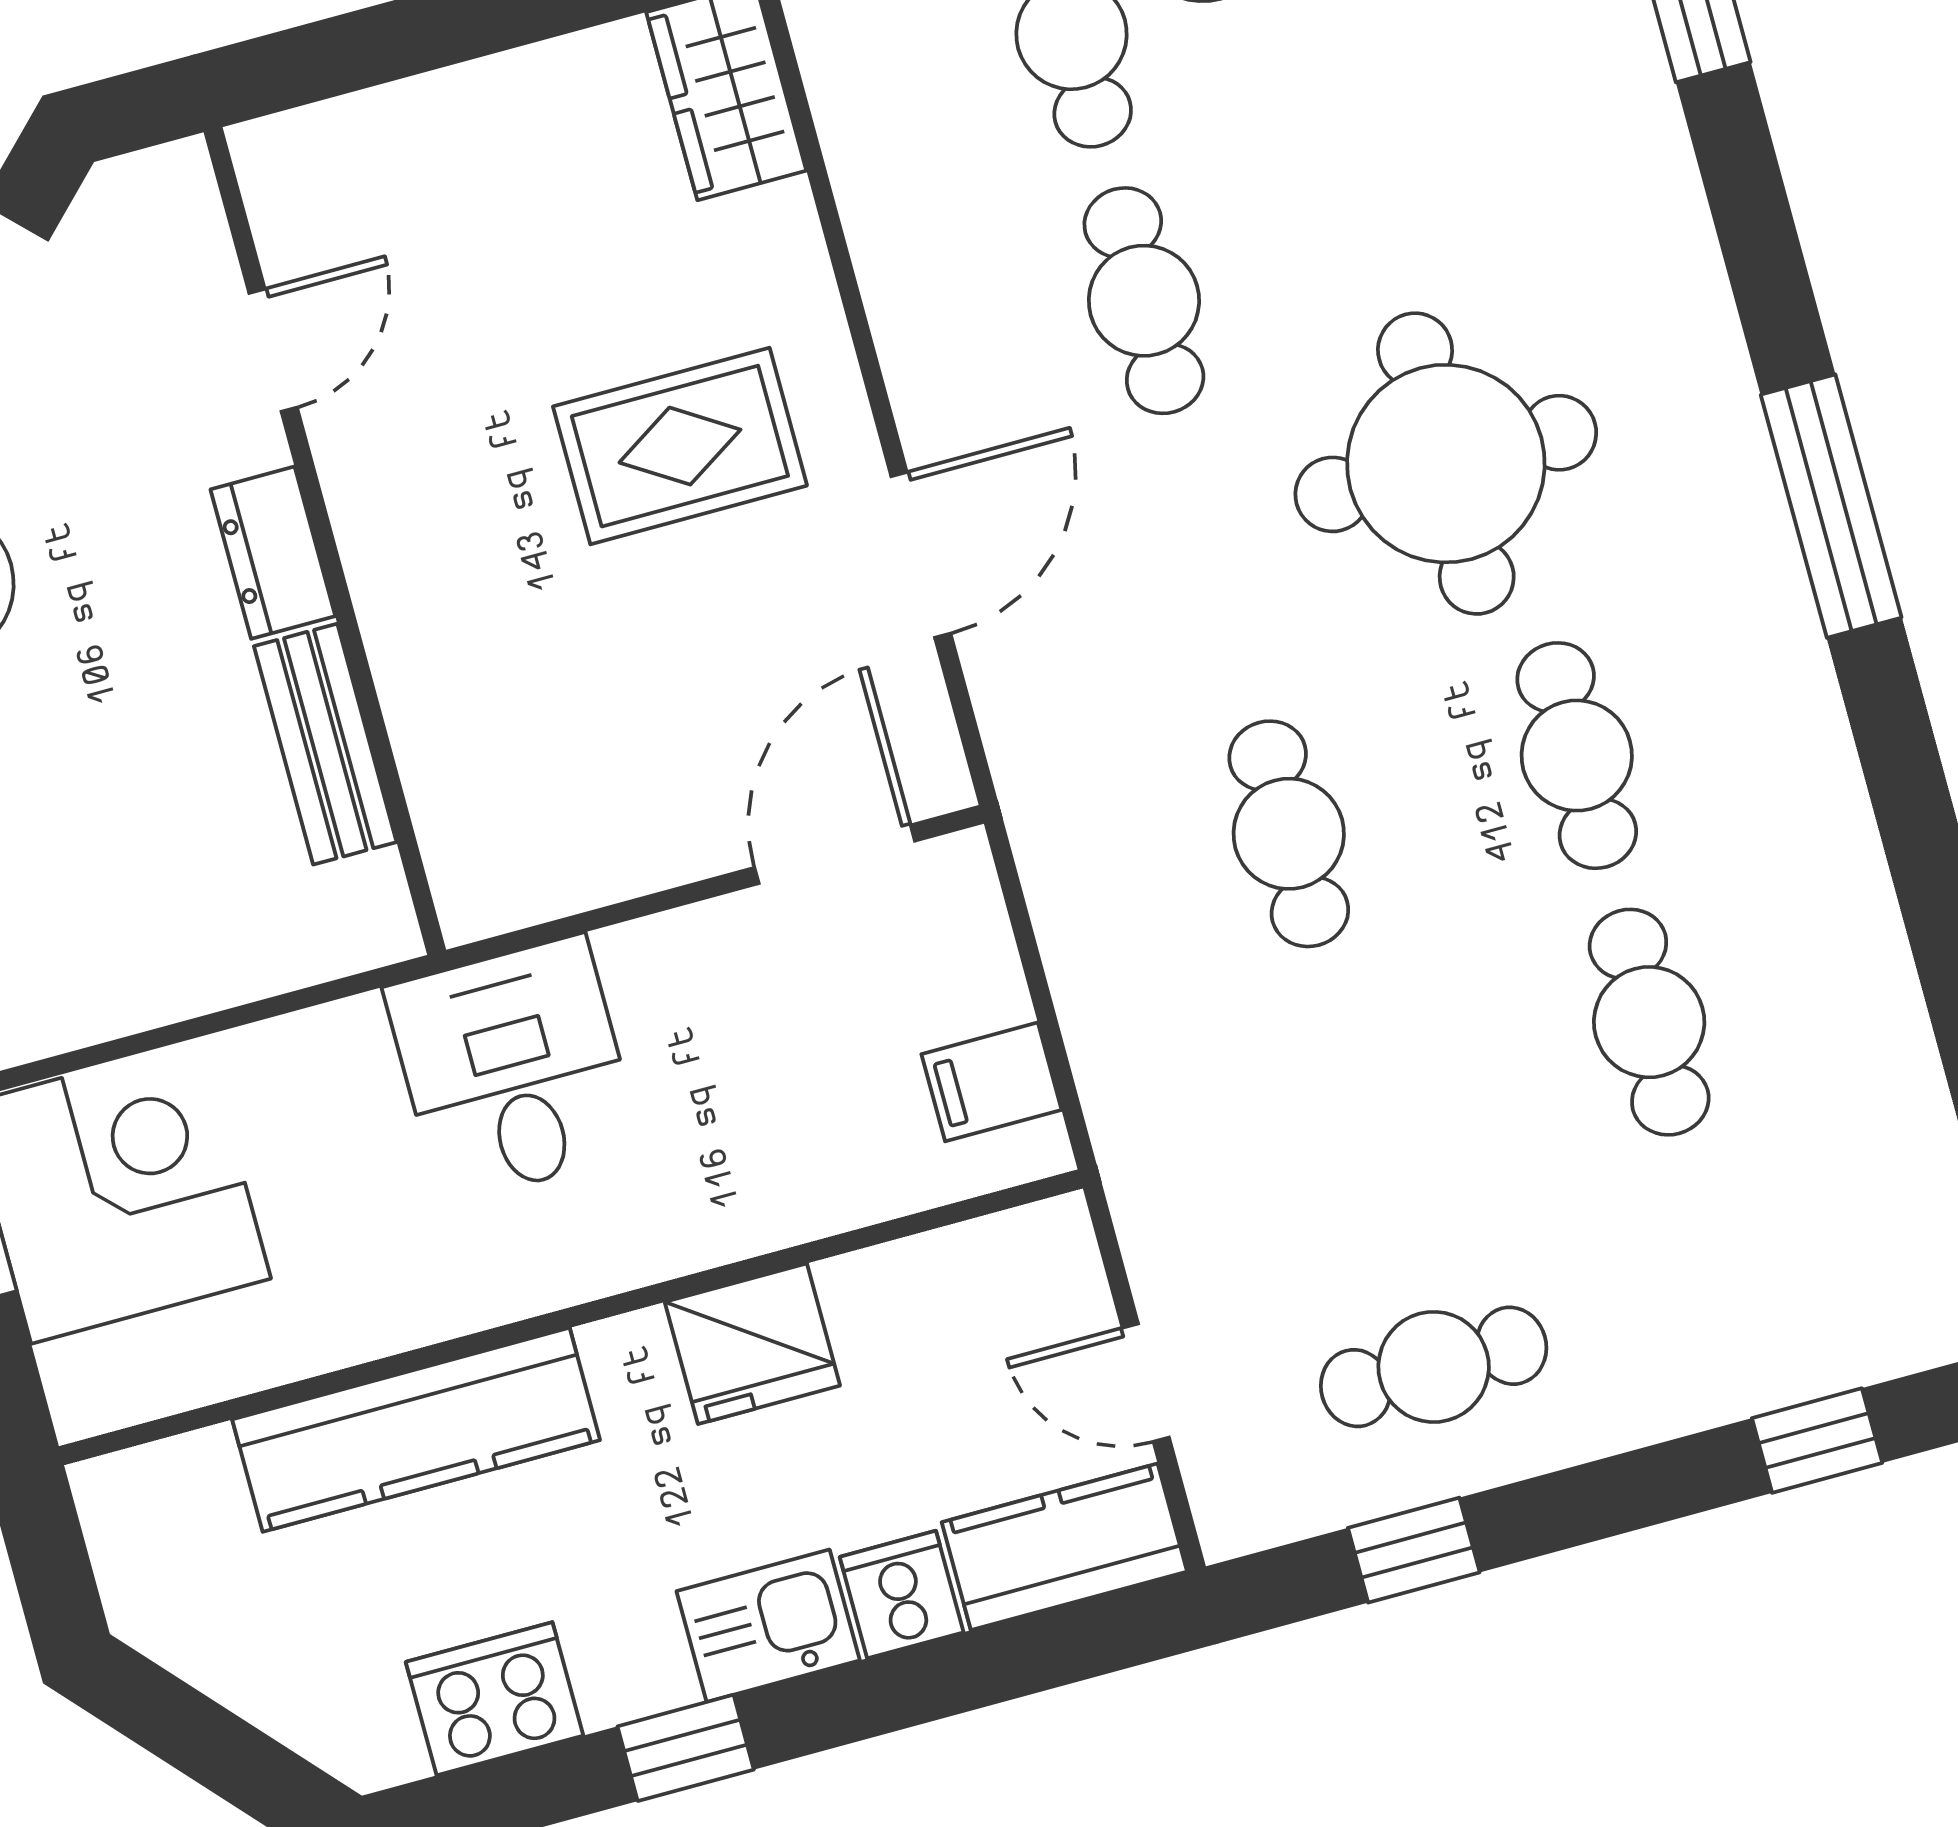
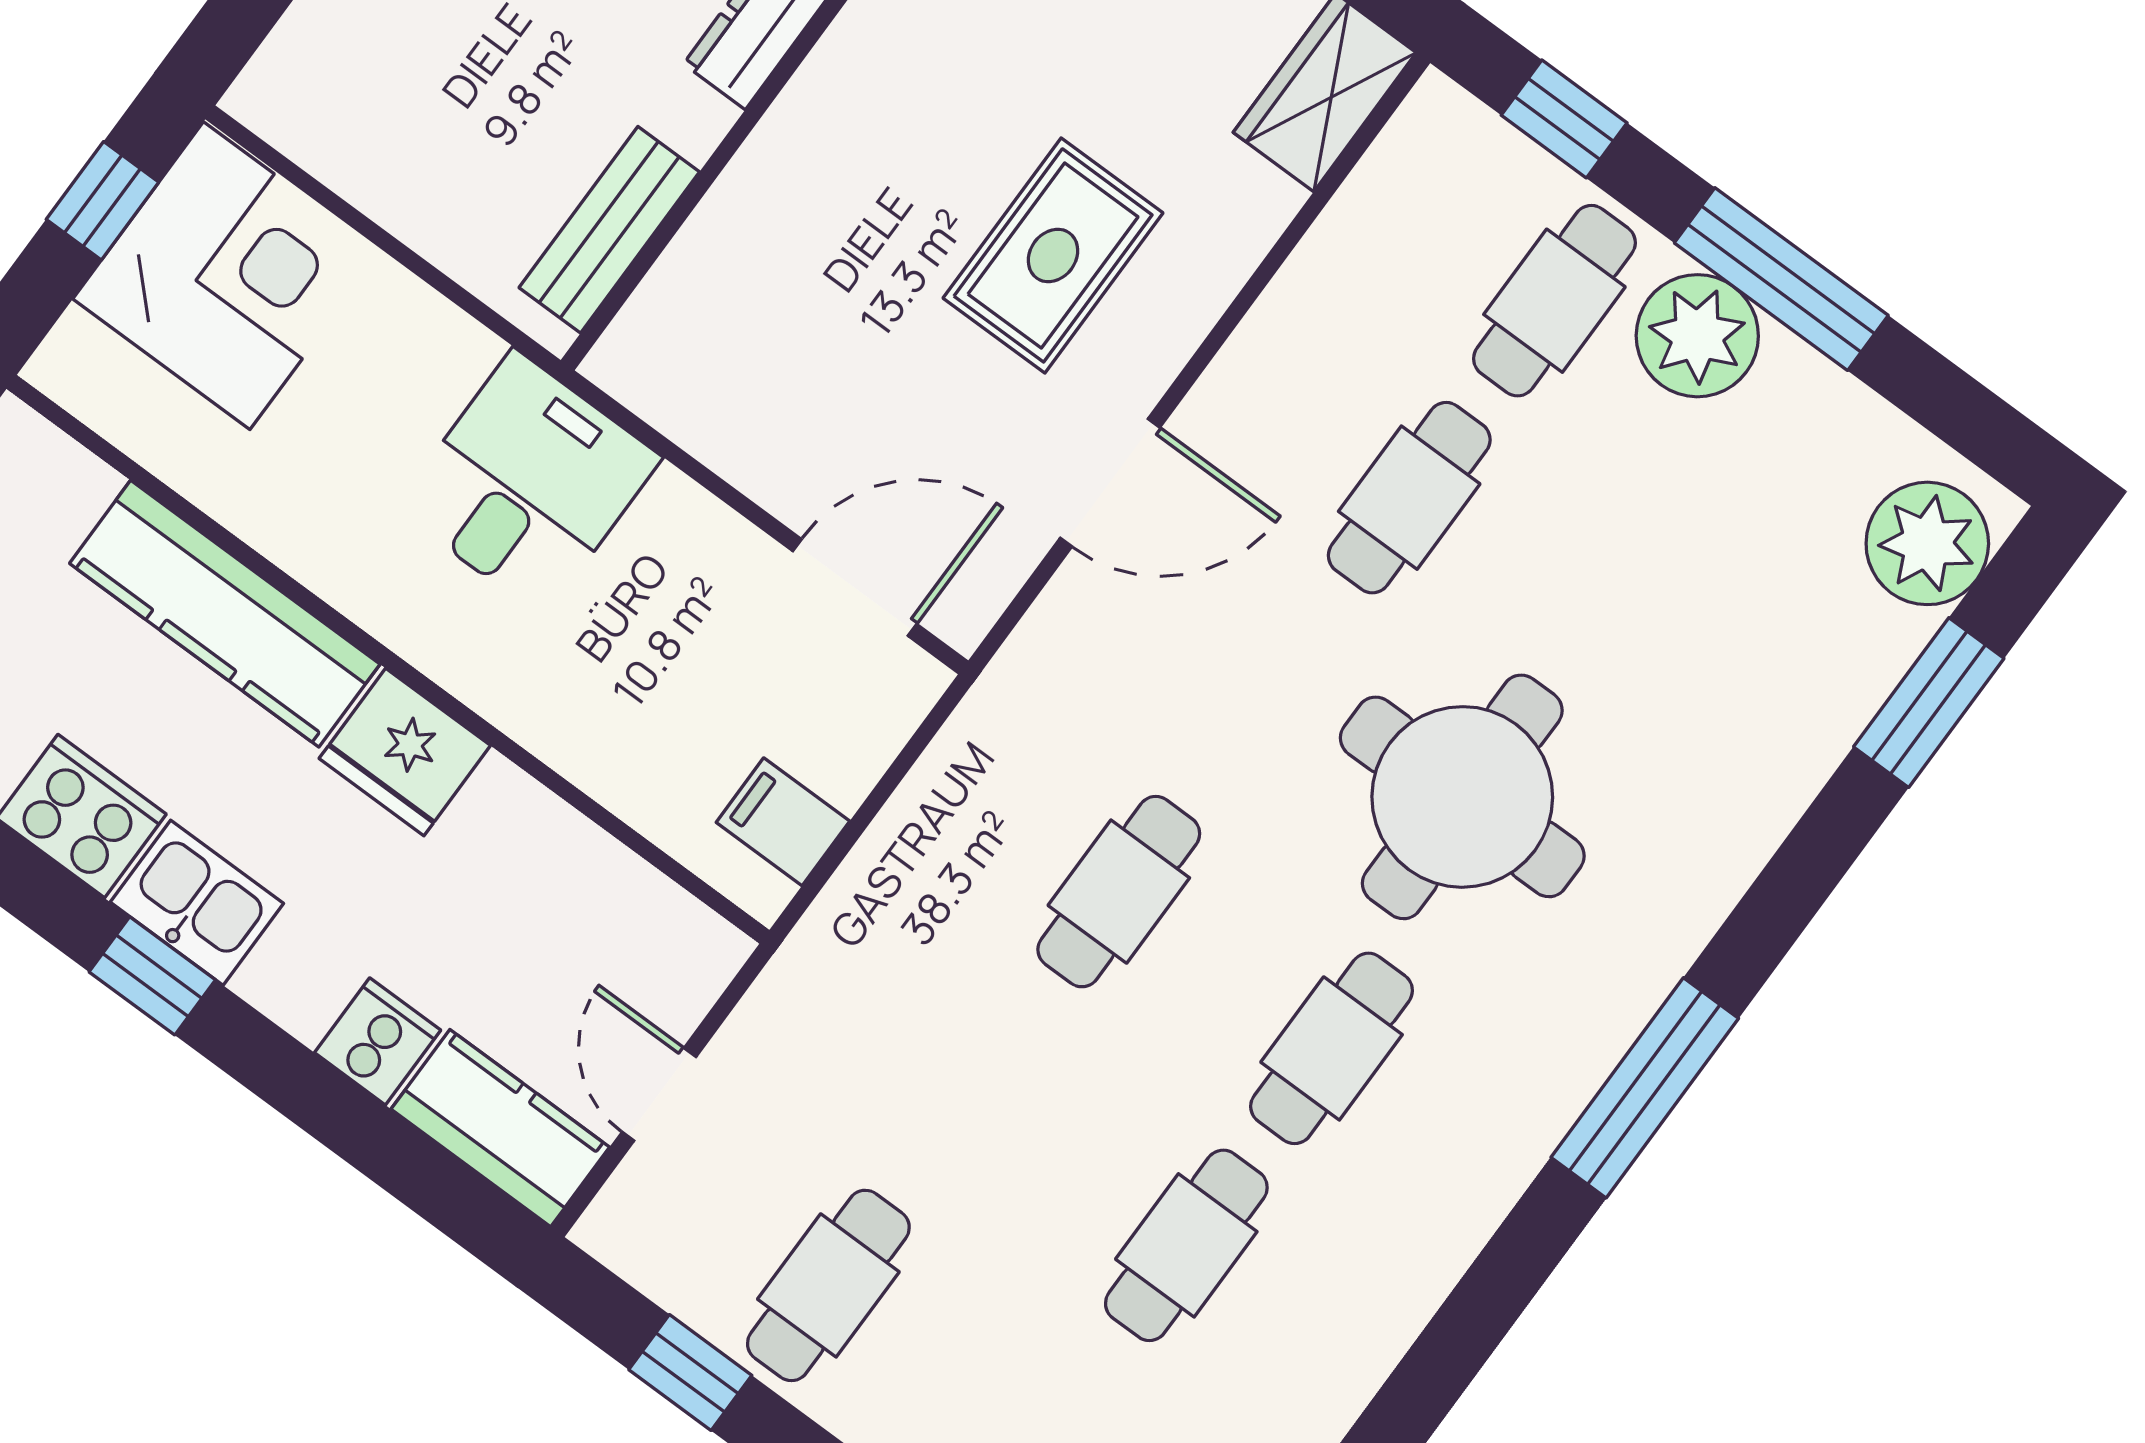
rug: (680, 446) -> (1053, 255), turned 90
bench: (325, 744) -> (609, 230), moved
fridge: (752, 1344) -> (405, 752), moved
cafe table: (1434, 1367) -> (828, 1285), turned 90
kitchen sink: (768, 1626) -> (197, 903), moved

